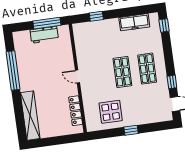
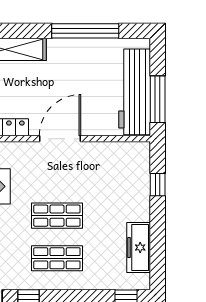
workbench: (44, 35) -> (135, 92), width x1.88, depth x1.32
door: (78, 76) -> (60, 139), width x1.88

